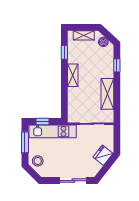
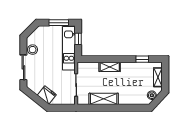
window: (117, 65) -> (130, 108), removed
shelving: (73, 75) -> (110, 67), moved
stool: (38, 161) -> (33, 50), moved

